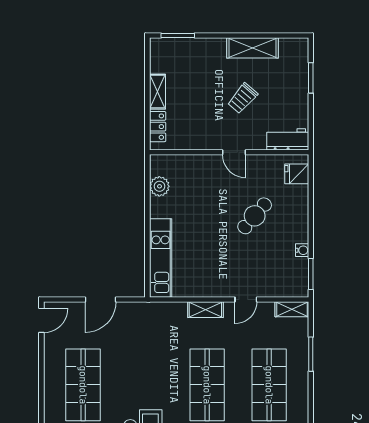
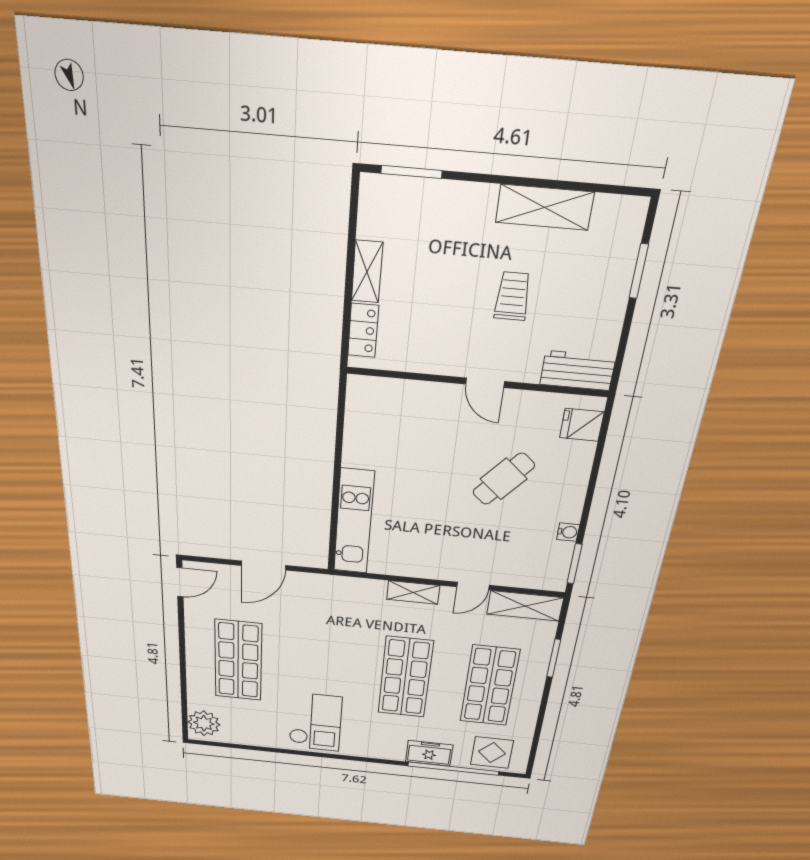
trolley: (243, 98) -> (513, 296), turned 139
plant: (159, 186) -> (359, 423), removed
shelving: (292, 309) -> (525, 606), width x1.50, depth x1.33

